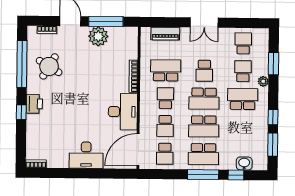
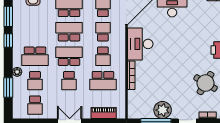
school desk: (204, 71) -> (69, 81), turned 180

